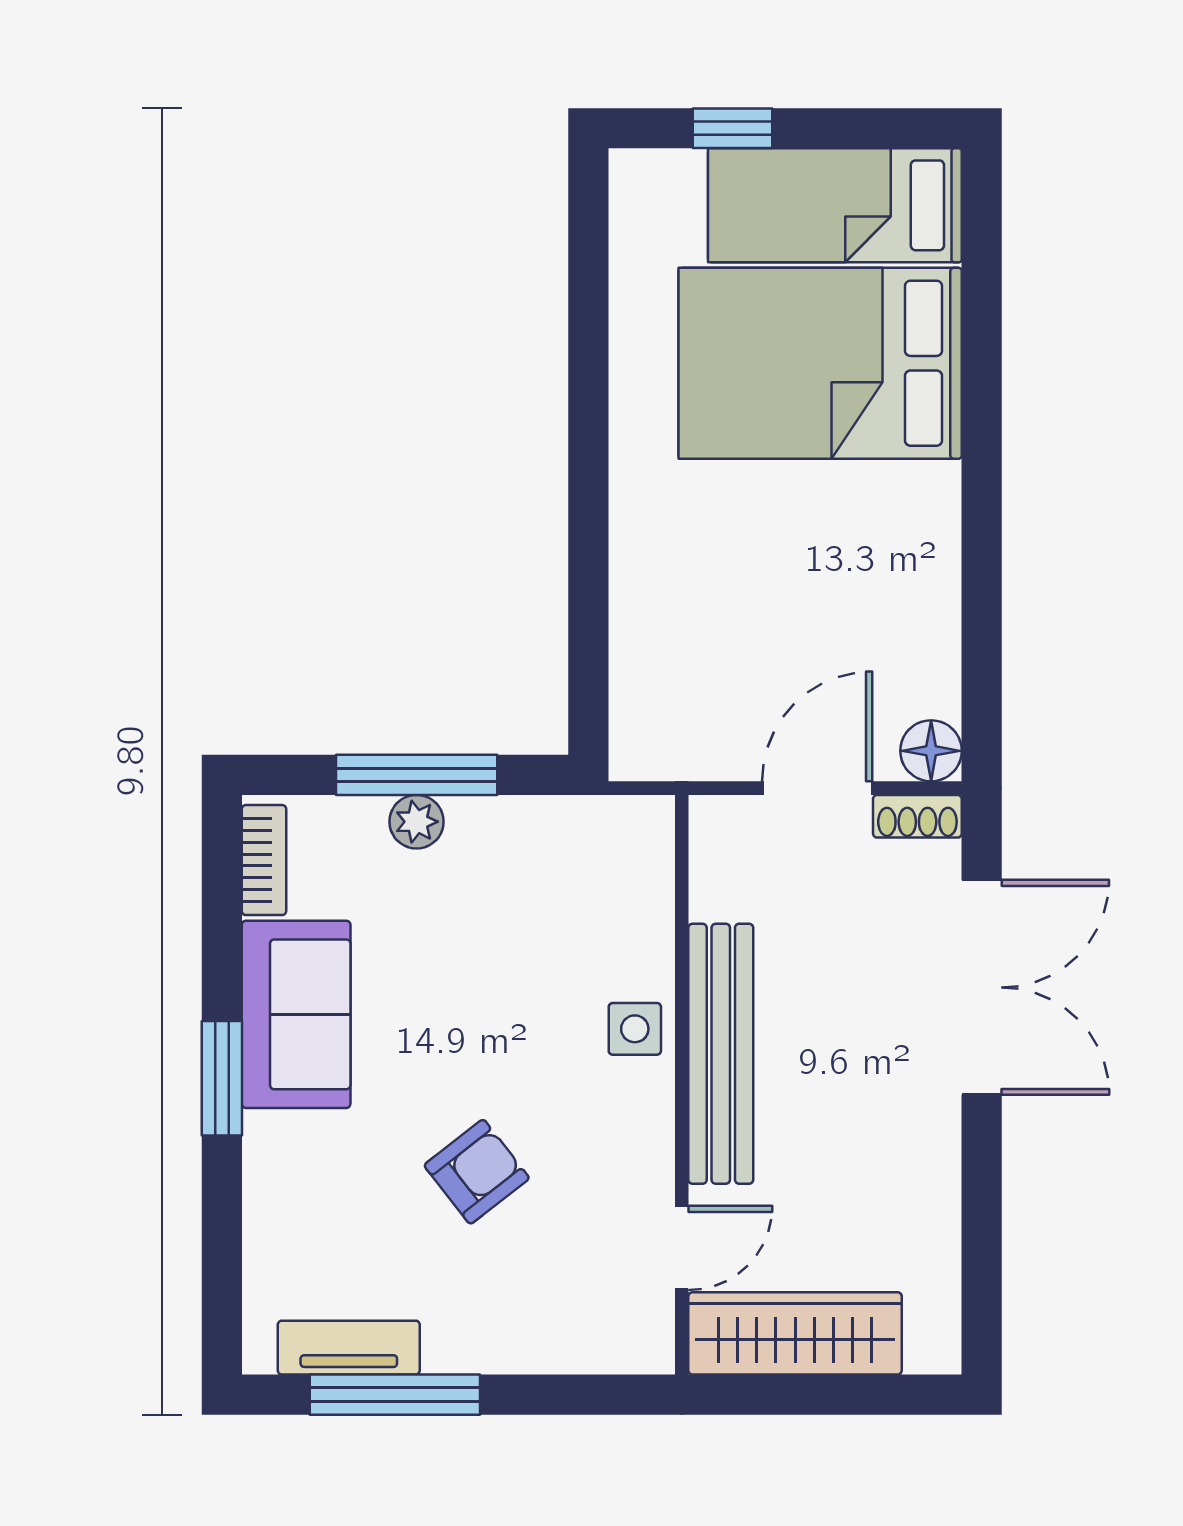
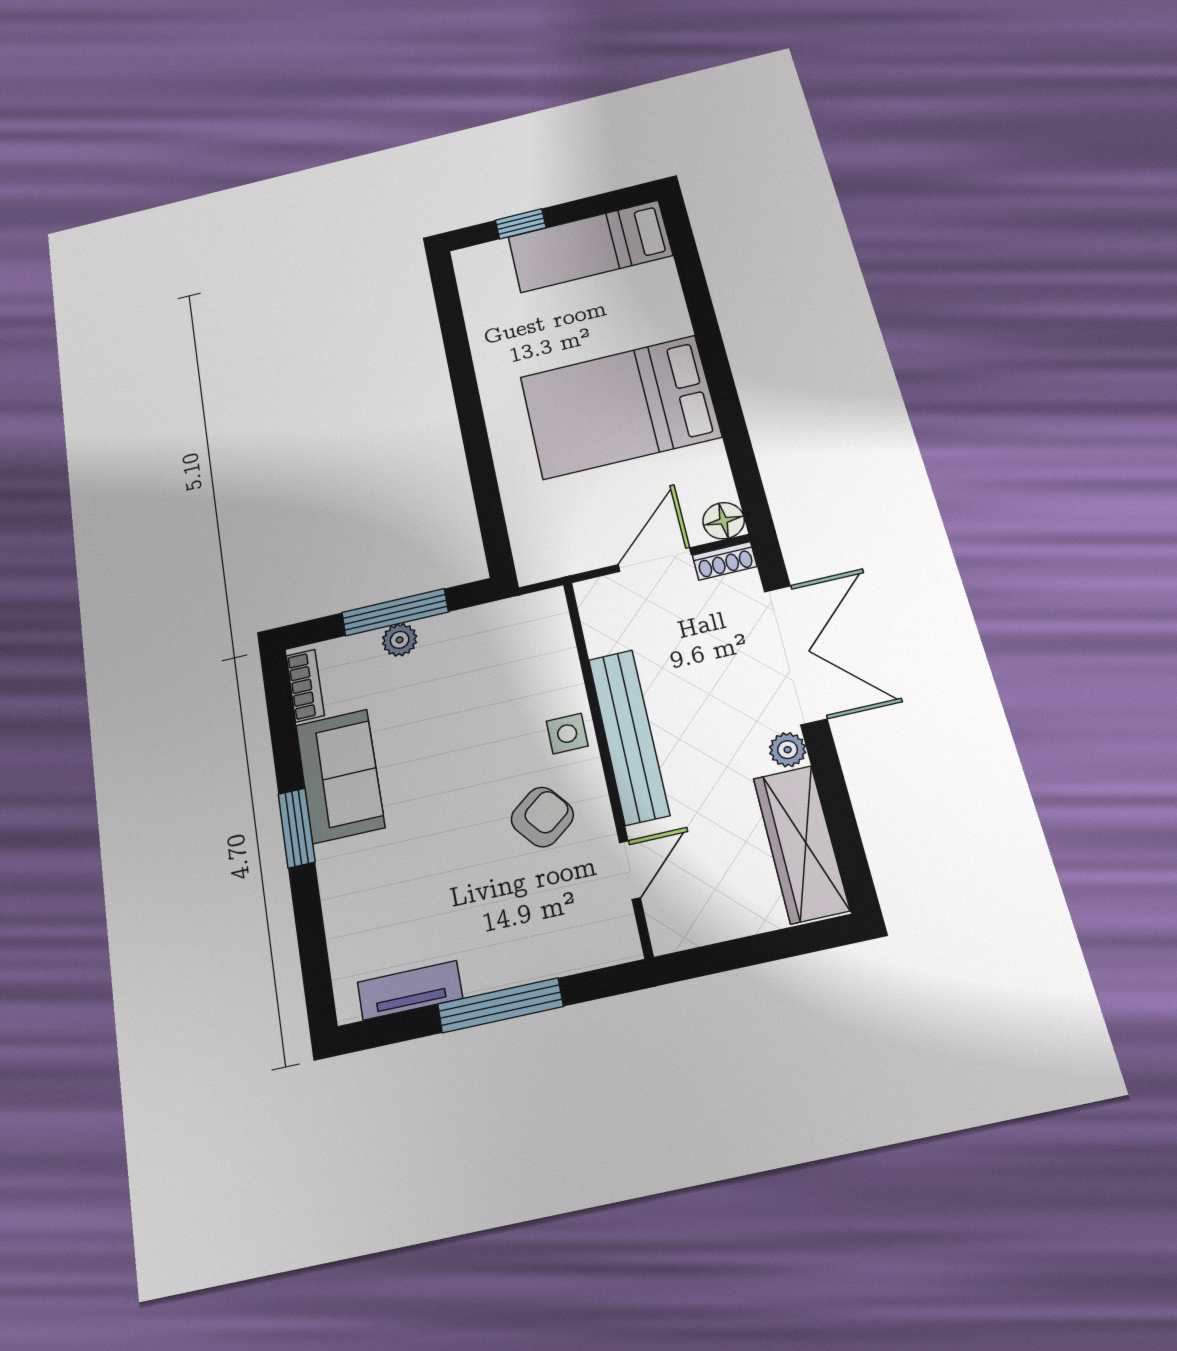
bed: (820, 363) -> (620, 407), moved
plant: (936, 1127) -> (788, 750), added
armchair: (477, 1172) -> (542, 817), moved
wardrobe: (795, 1333) -> (801, 844), moved, turned -90
window: (395, 1395) -> (500, 1005), moved

